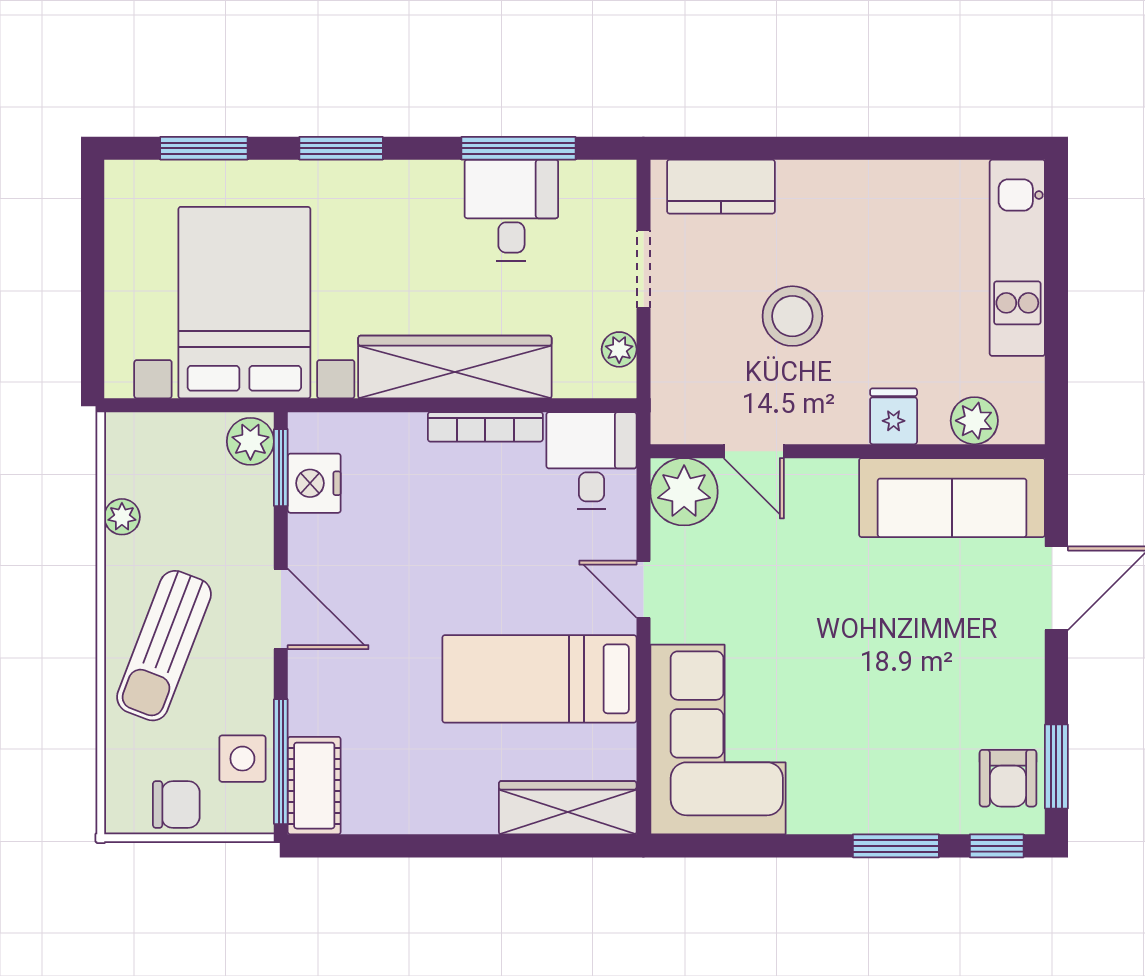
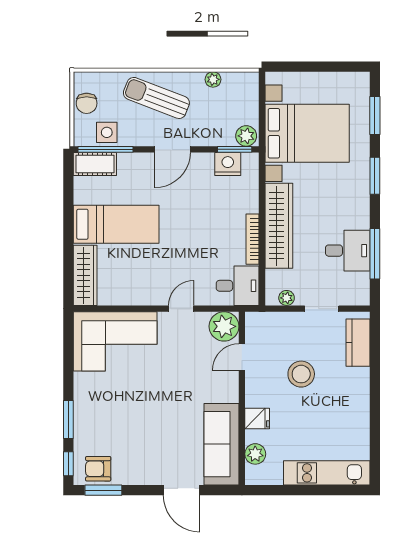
bed: (539, 679) -> (116, 224), moved, turned 90

